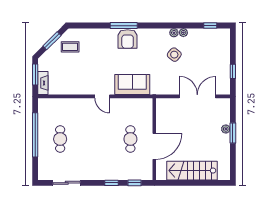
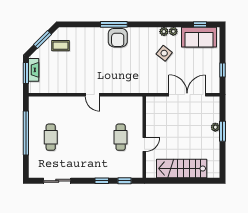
fireplace: (43, 83) -> (34, 70), moved
sofa: (132, 85) -> (199, 37), moved, turned 180
door: (154, 146) -> (144, 144), width x0.53

